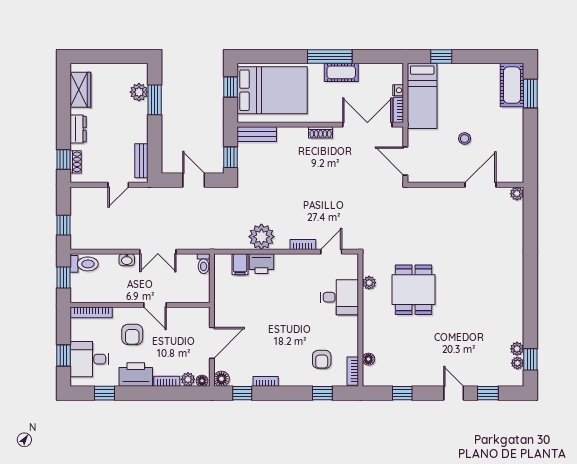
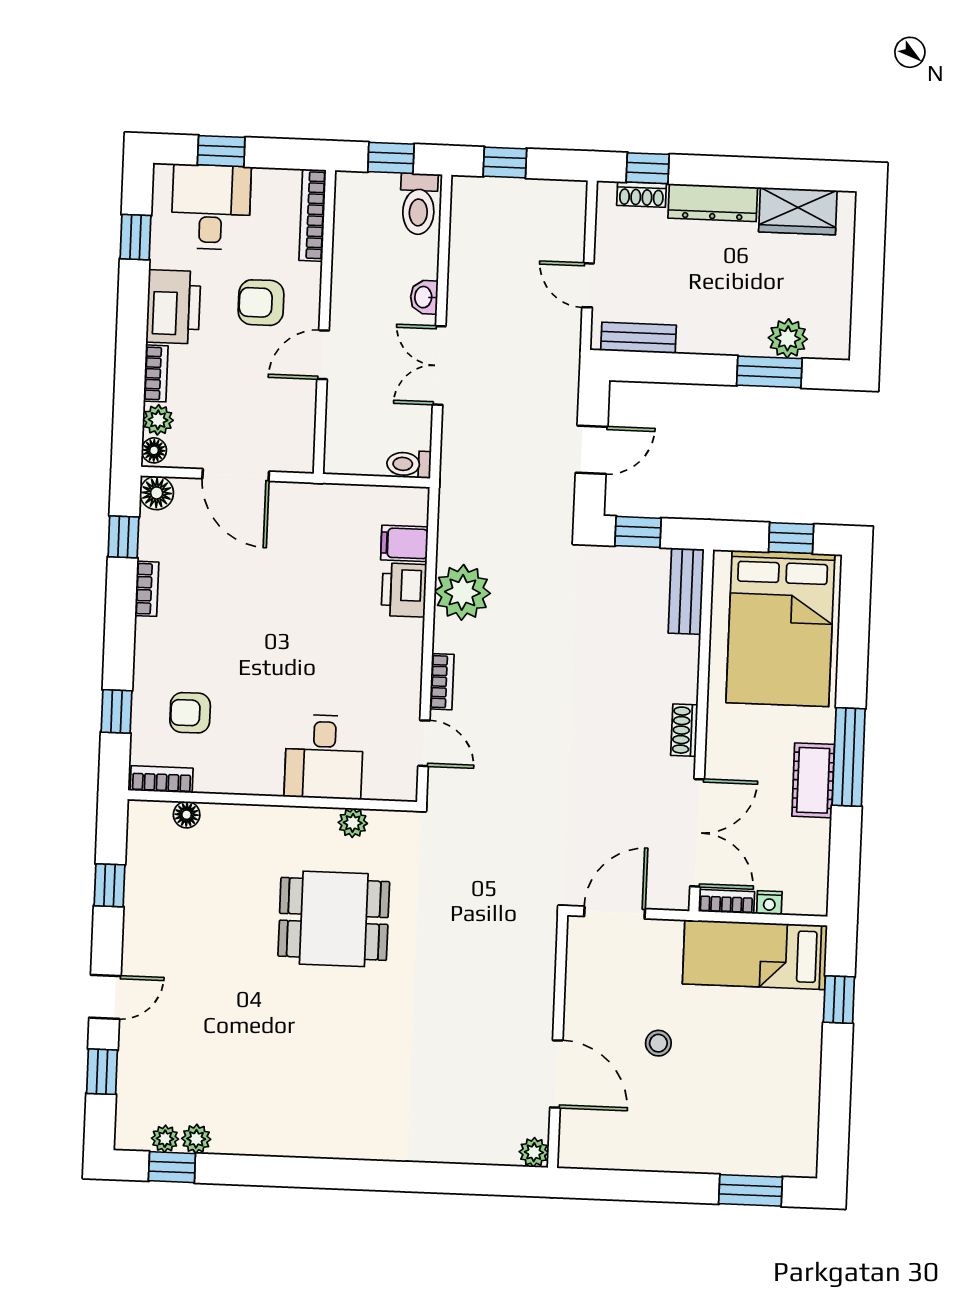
cot: (512, 85) -> (771, 1151), removed
dresser: (78, 129) -> (713, 203), width x1.44

